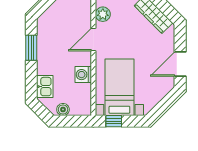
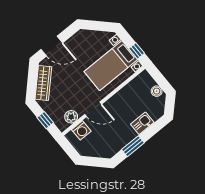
door: (180, 64) -> (52, 46), moved
washing machine: (83, 75) -> (81, 130), moved
kitchen sink: (45, 87) -> (142, 123), moved

